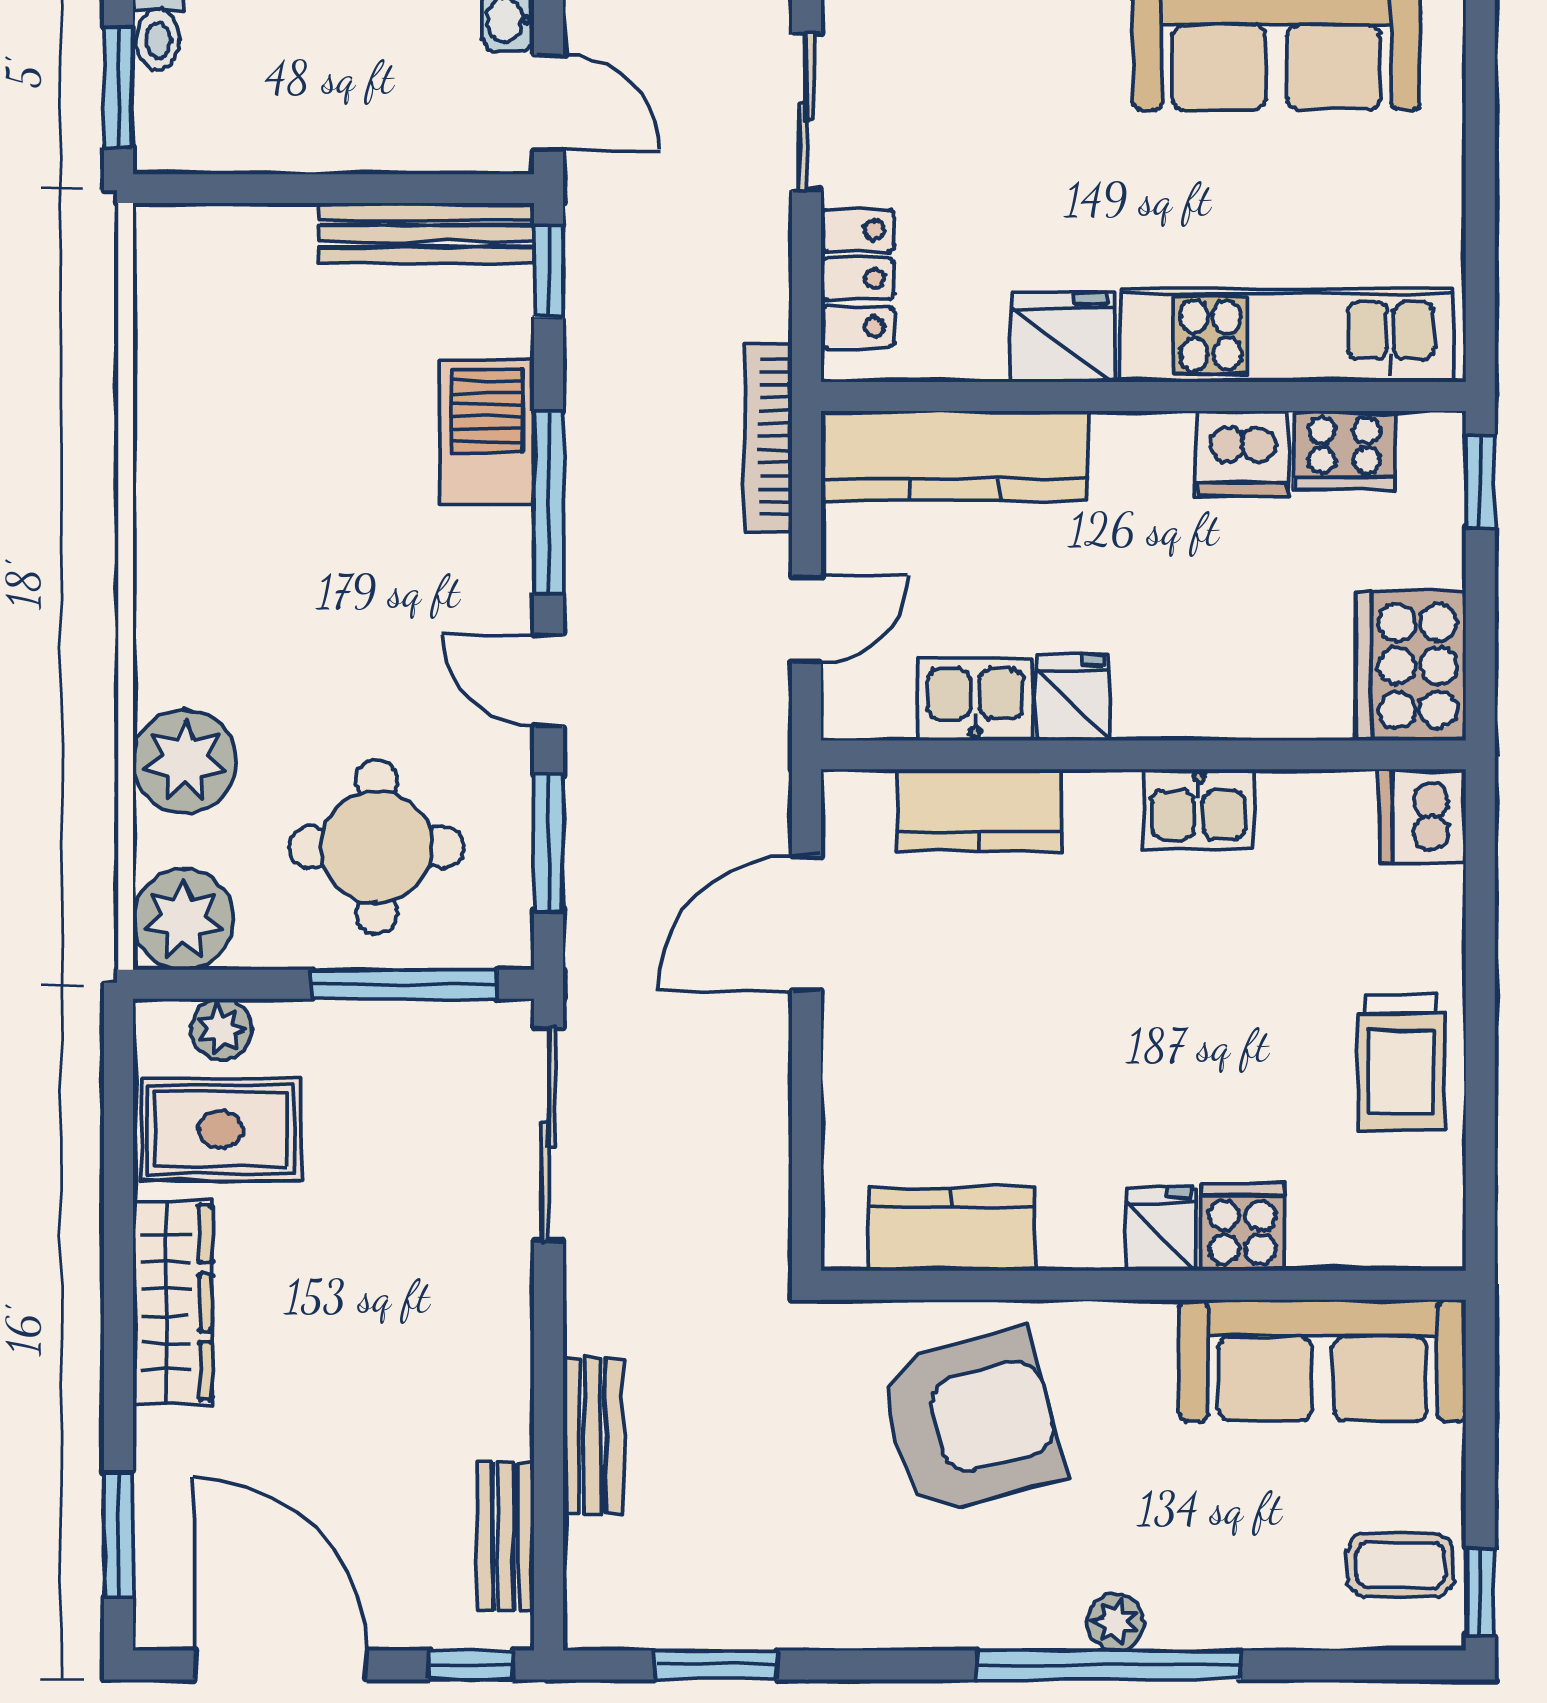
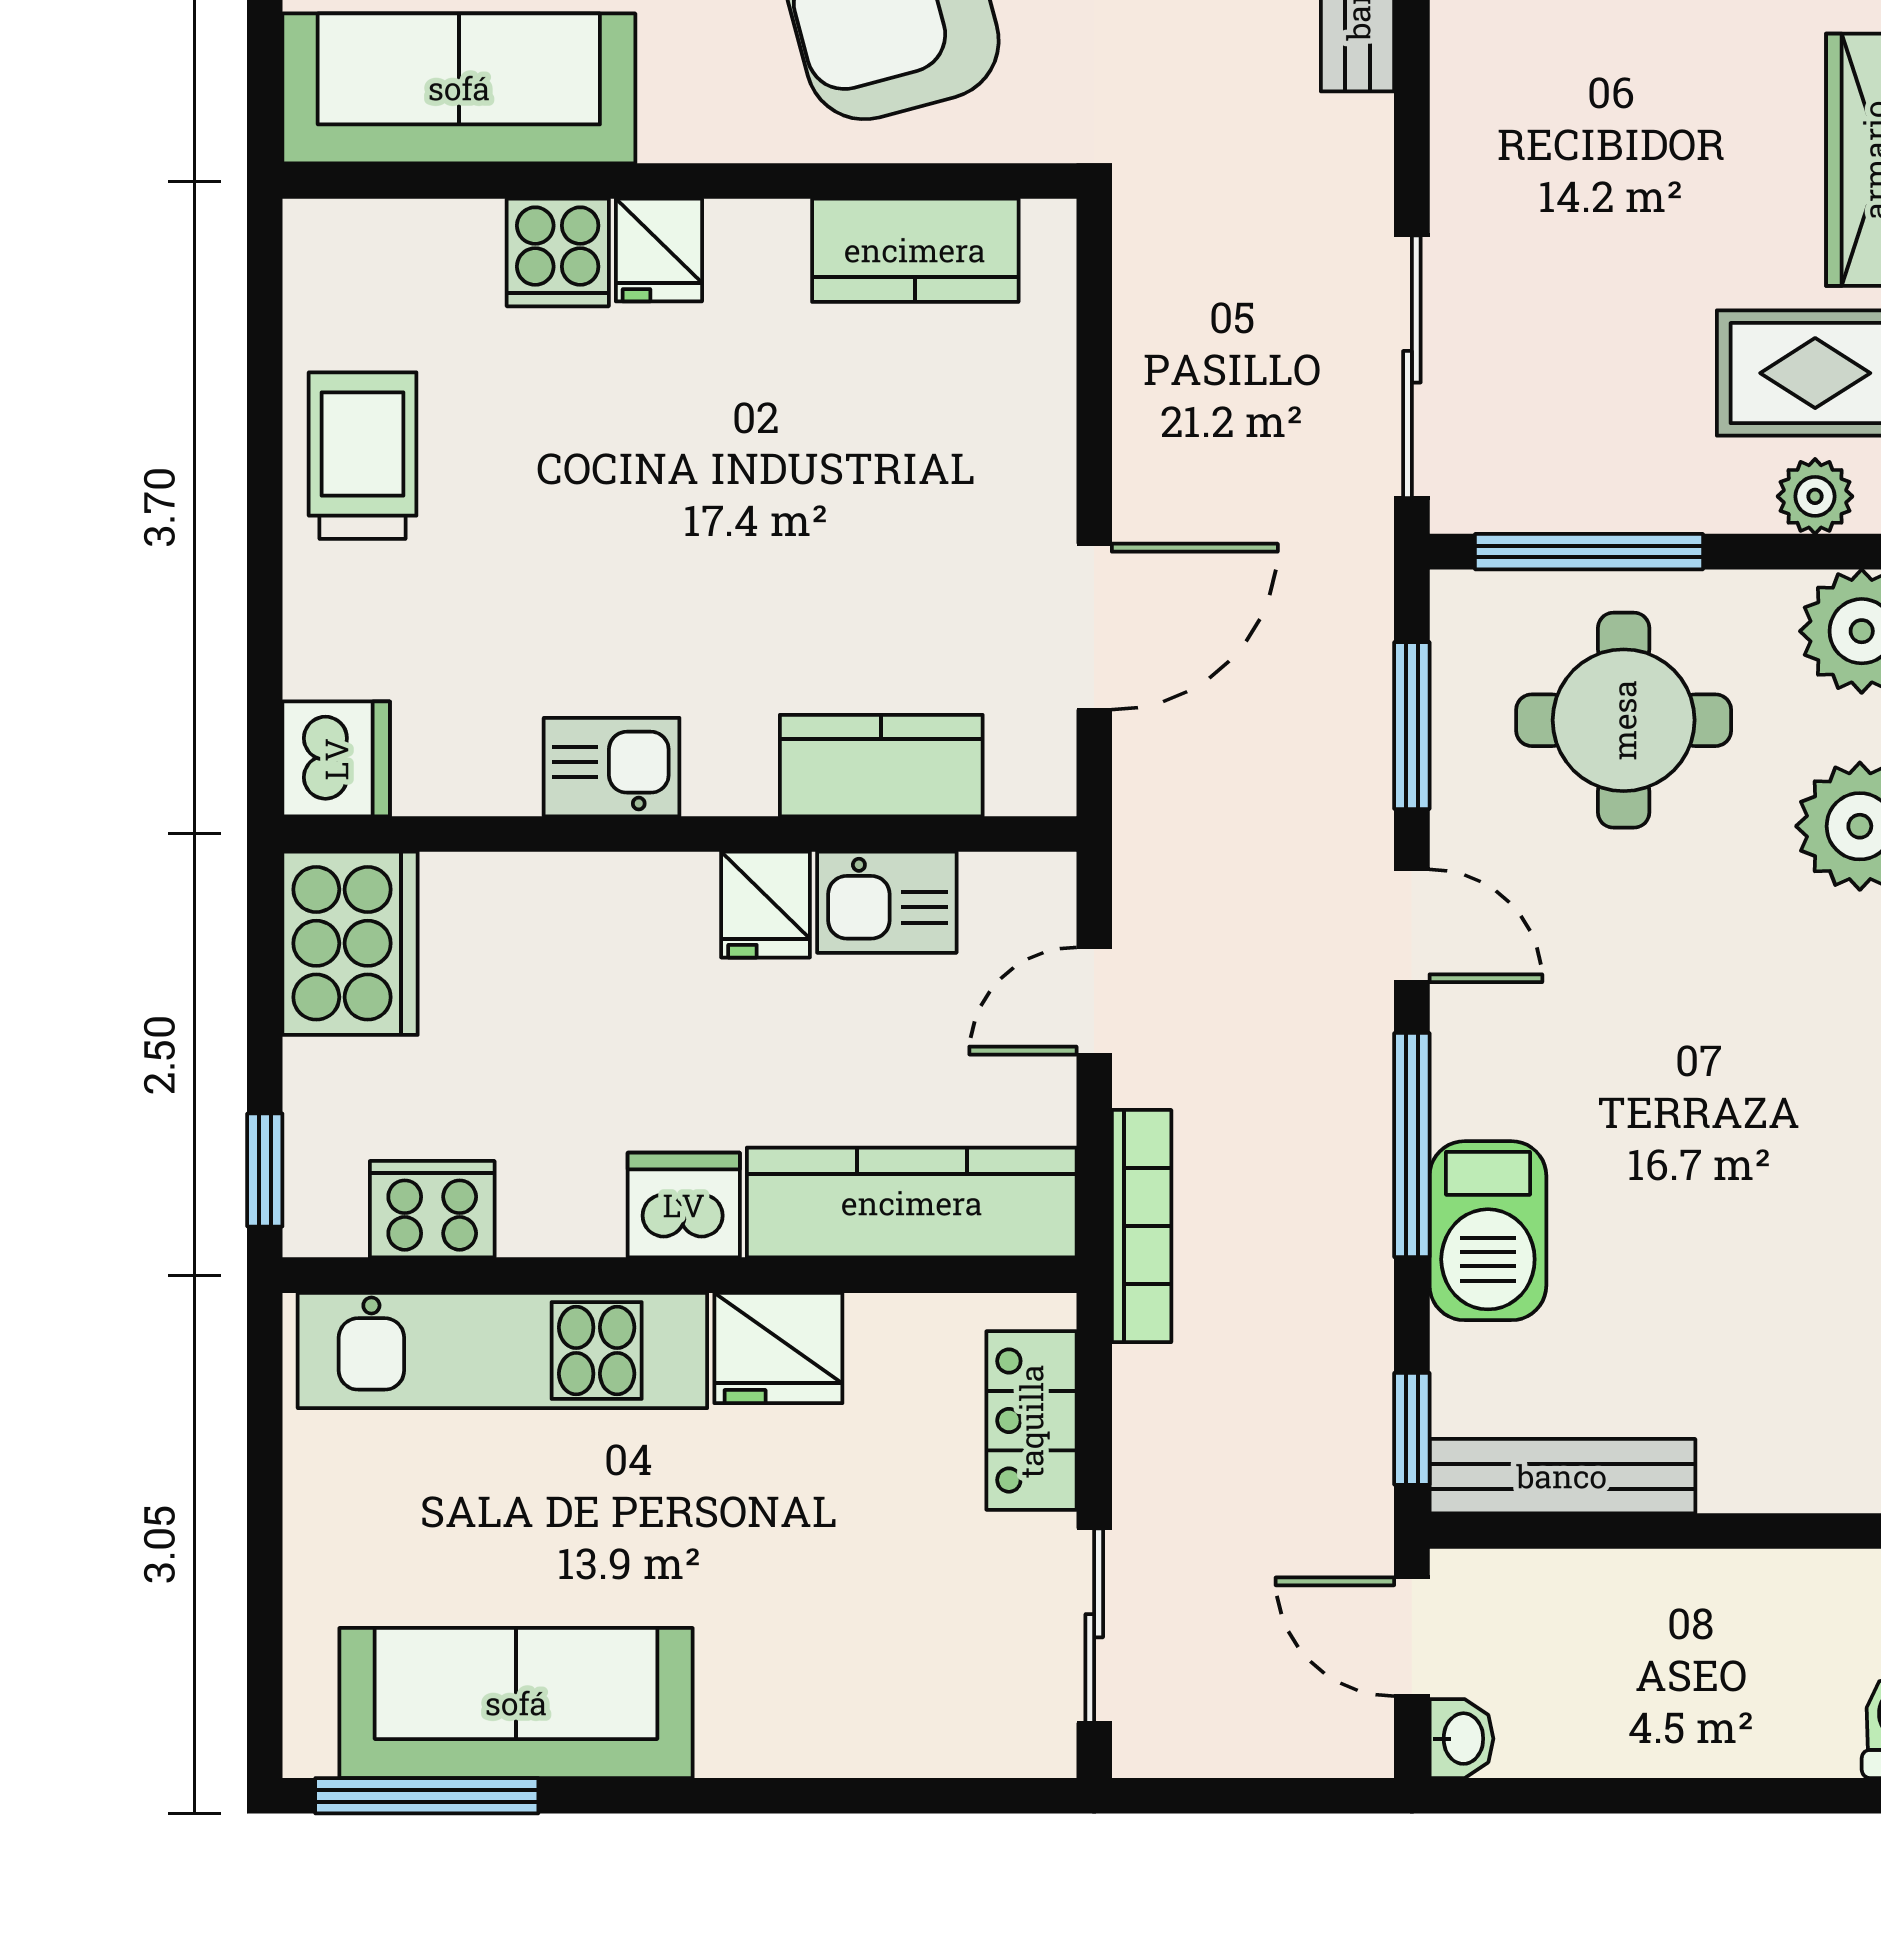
dishwasher: (1242, 453) -> (684, 1205), moved

